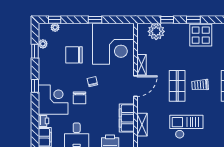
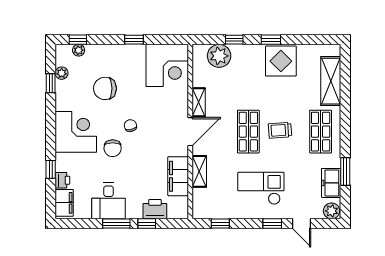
corner desk: (113, 44) -> (167, 65), width x0.74, depth x0.74
window: (35, 86) -> (51, 169), moved
corner desk: (53, 100) -> (76, 132), moved
shelving: (142, 125) -> (199, 171), moved

